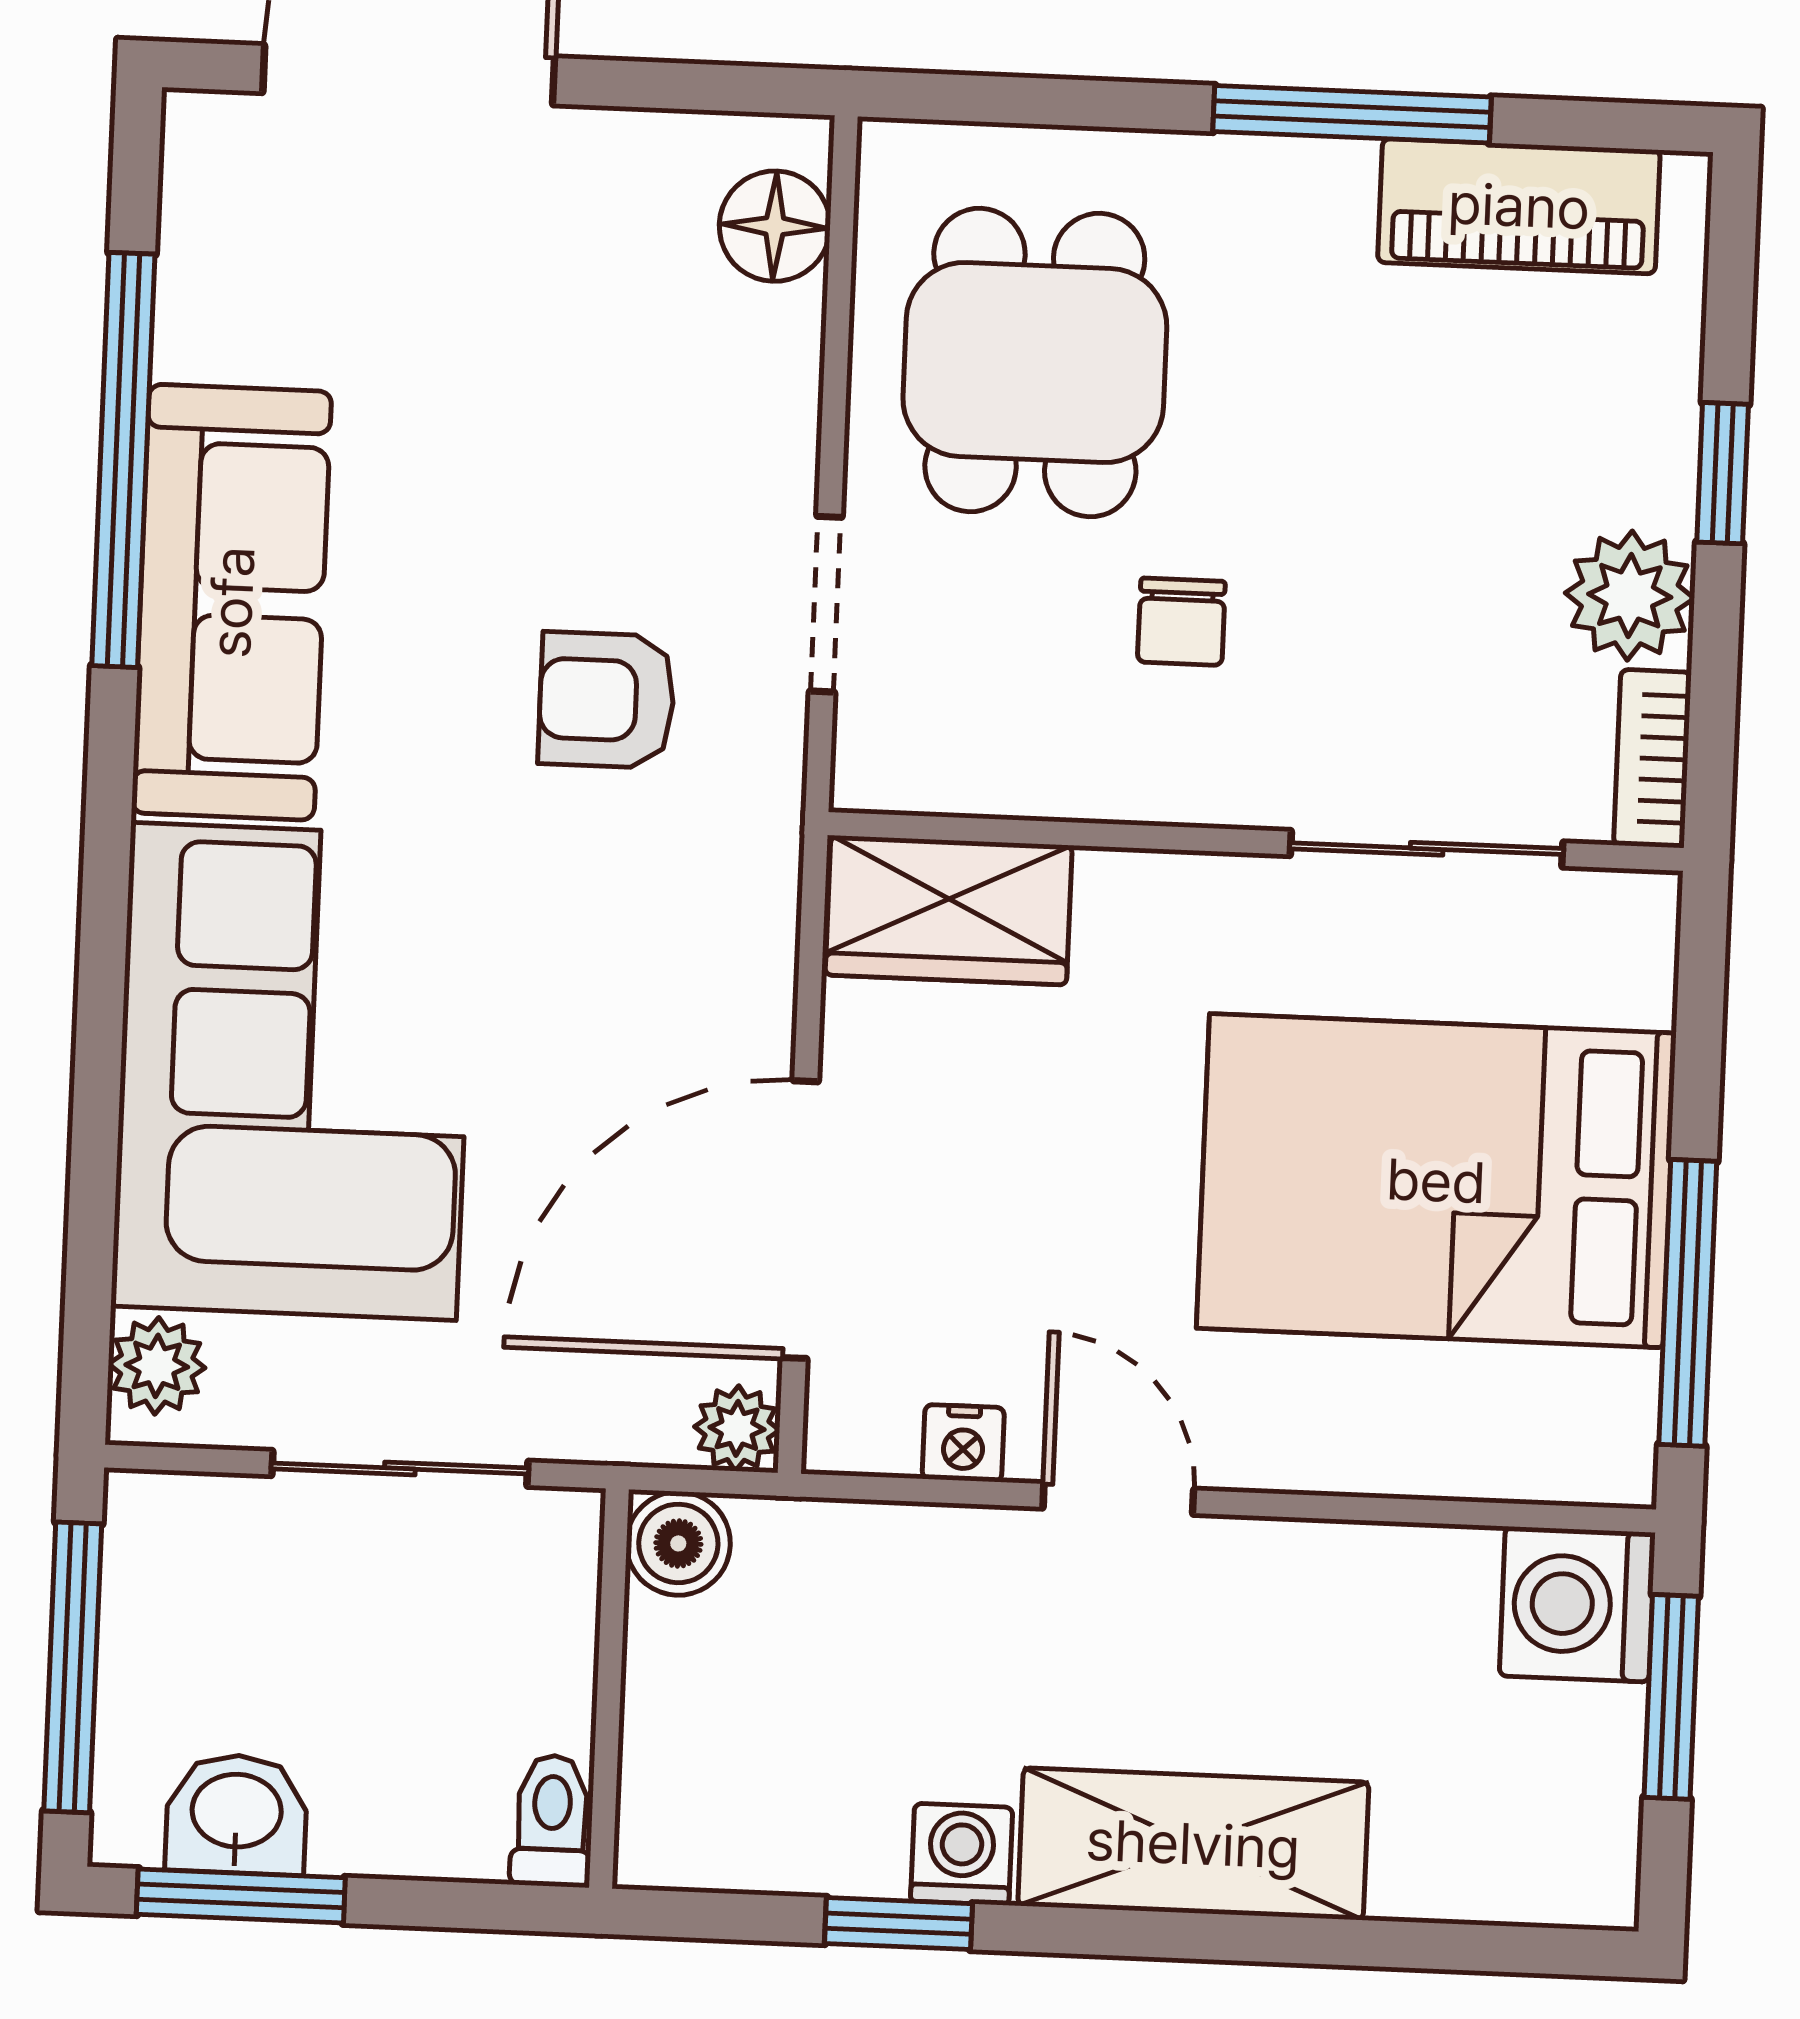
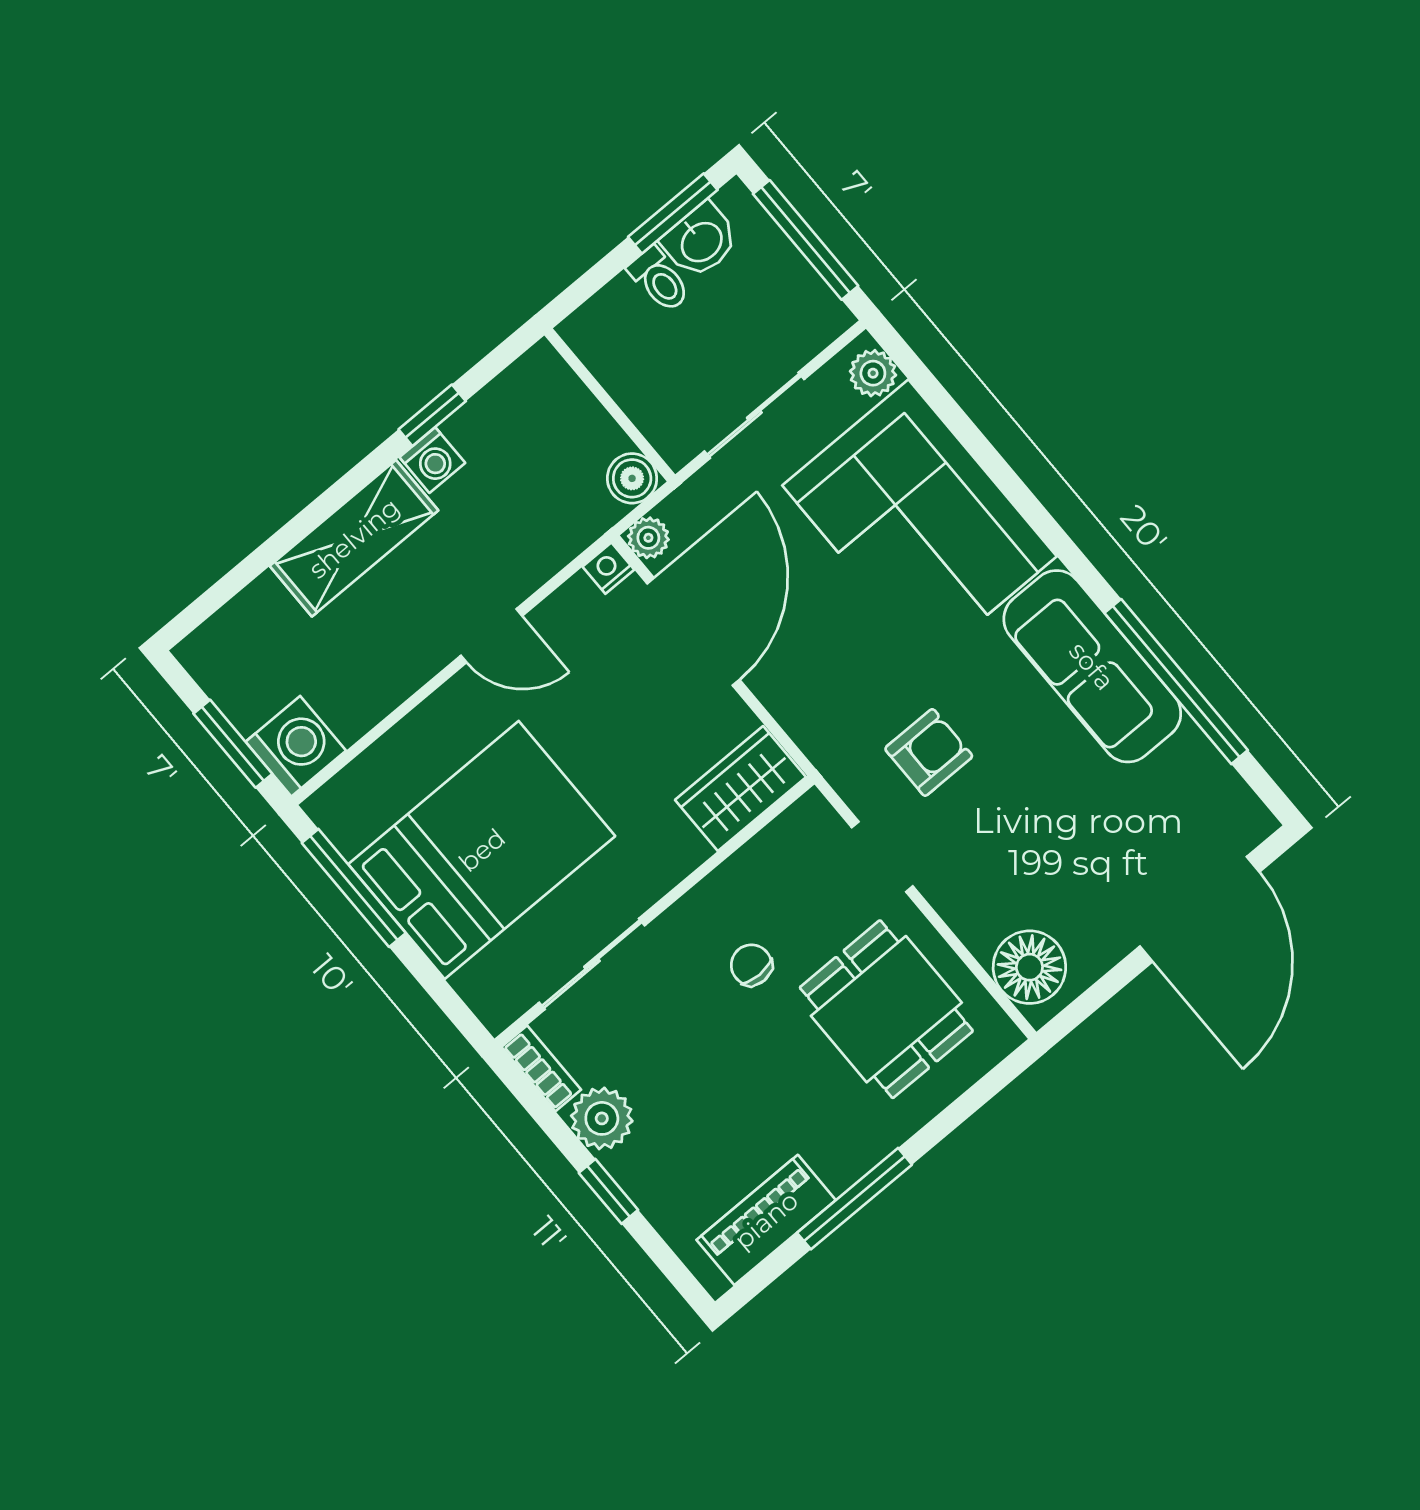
floor lamp: (775, 226) -> (1029, 967), width x1.38, depth x1.38
nightstand: (963, 1443) -> (608, 568), moved
toilet: (552, 1821) -> (659, 280), moved

